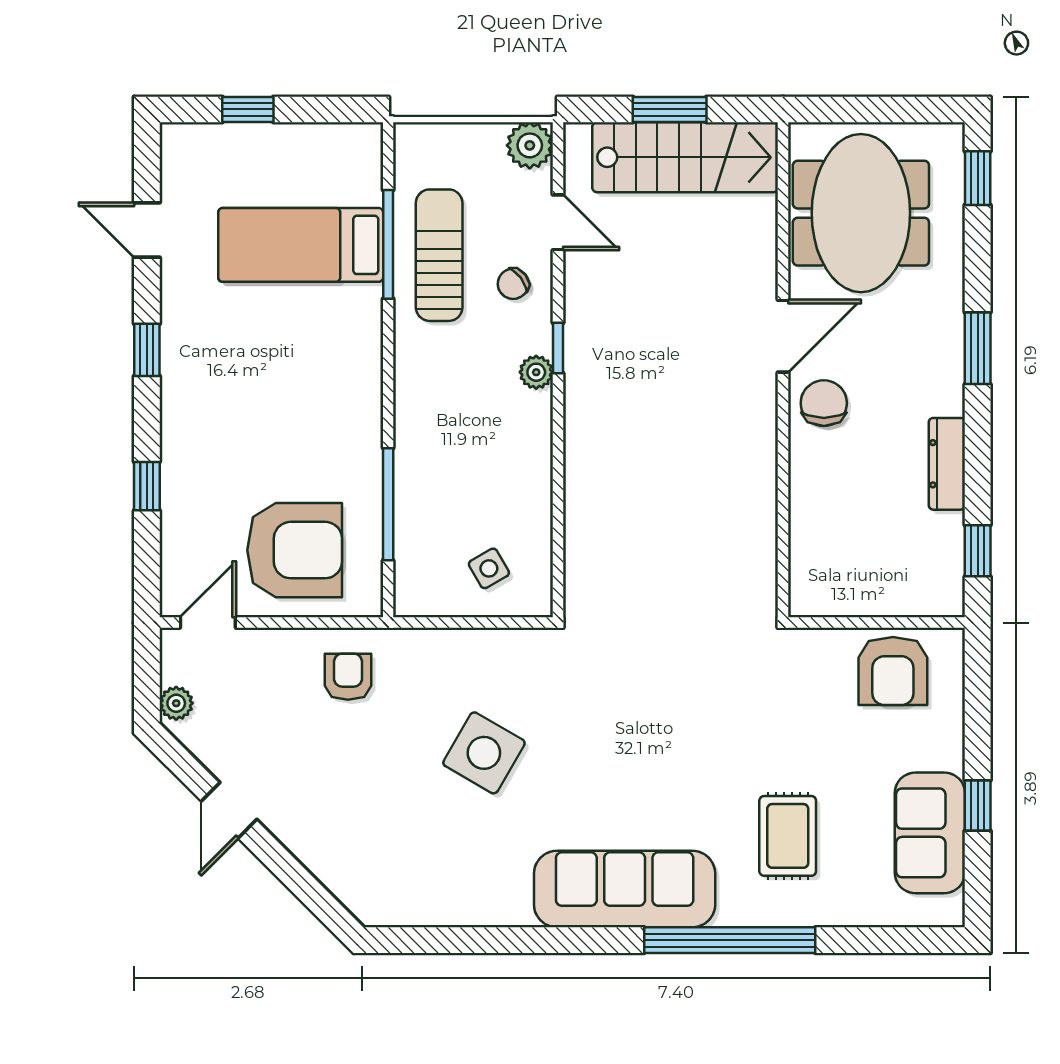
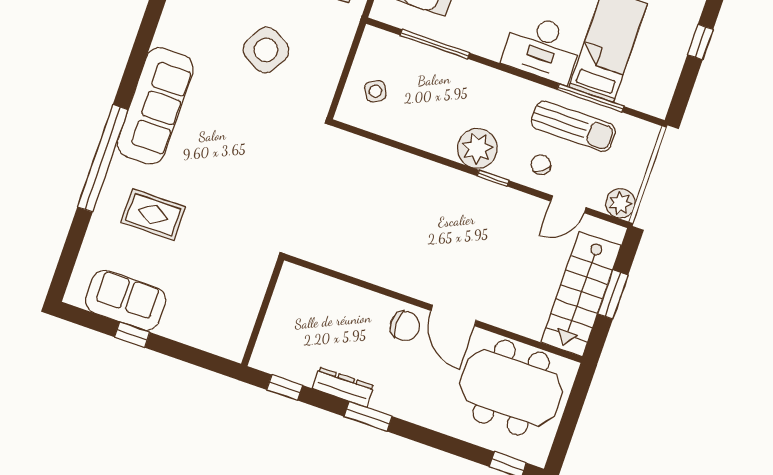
desk: (339, 342) -> (542, 48), added
window: (978, 348) -> (368, 416), moved
plant: (536, 372) -> (477, 148), width x1.88, depth x1.88
armchair: (893, 671) -> (230, 312), removed

